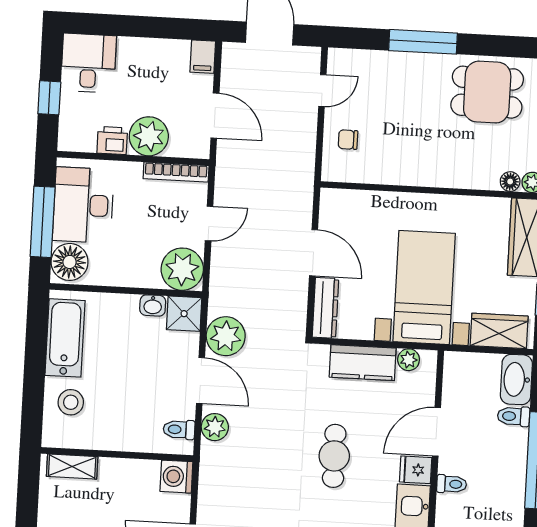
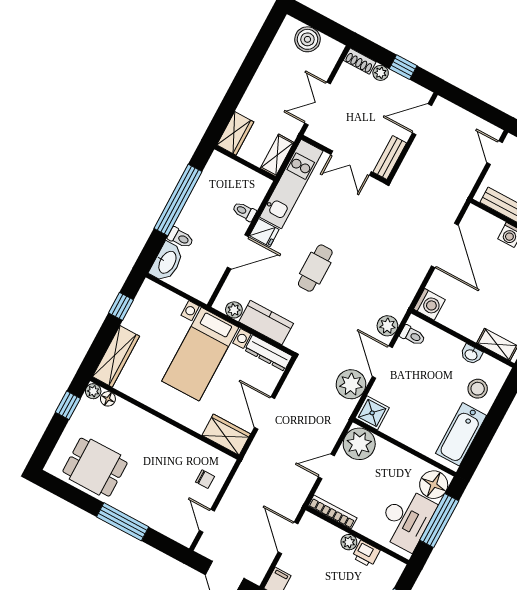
door: (322, 91) -> (207, 521), hinge flipped
plant: (149, 136) -> (349, 542), width x0.53, depth x0.53
washbasin: (153, 305) -> (471, 354), moved, turned 180
dresser: (325, 308) -> (268, 353), moved, turned -90
wardrobe: (499, 331) -> (226, 435), moved, turned 180

